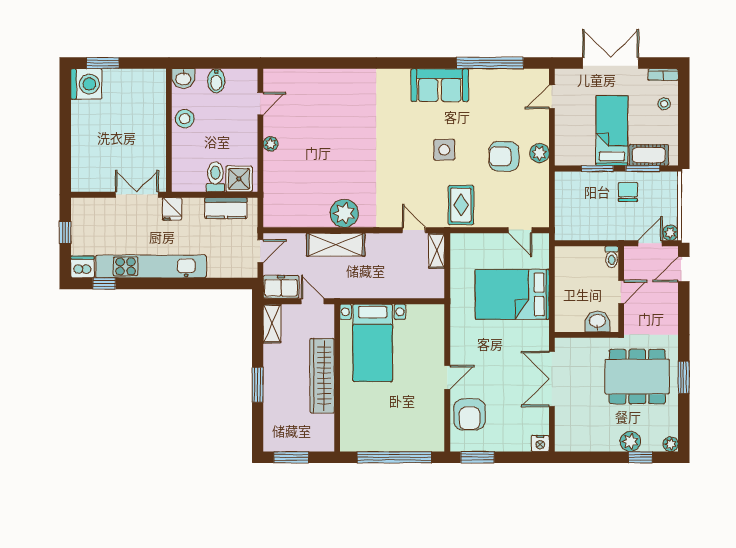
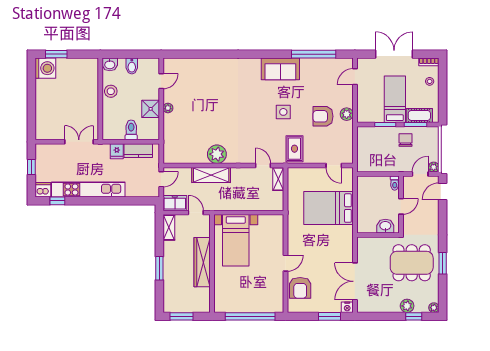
shower: (239, 179) -> (151, 109), moved
fridge: (172, 209) -> (117, 151), moved
double door: (552, 379) -> (355, 281), moved
window: (477, 457) -> (330, 316), moved

